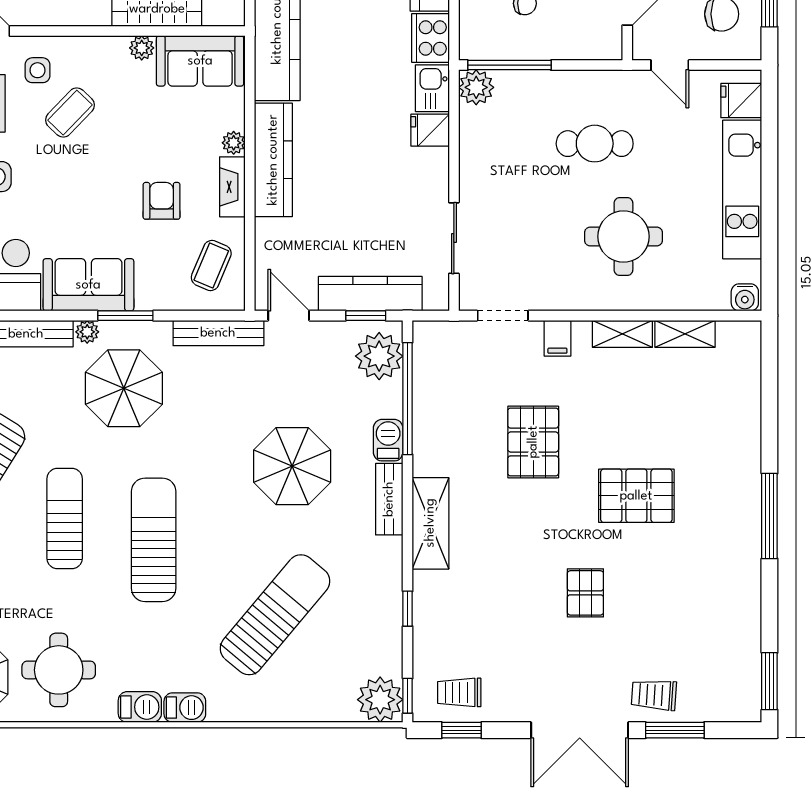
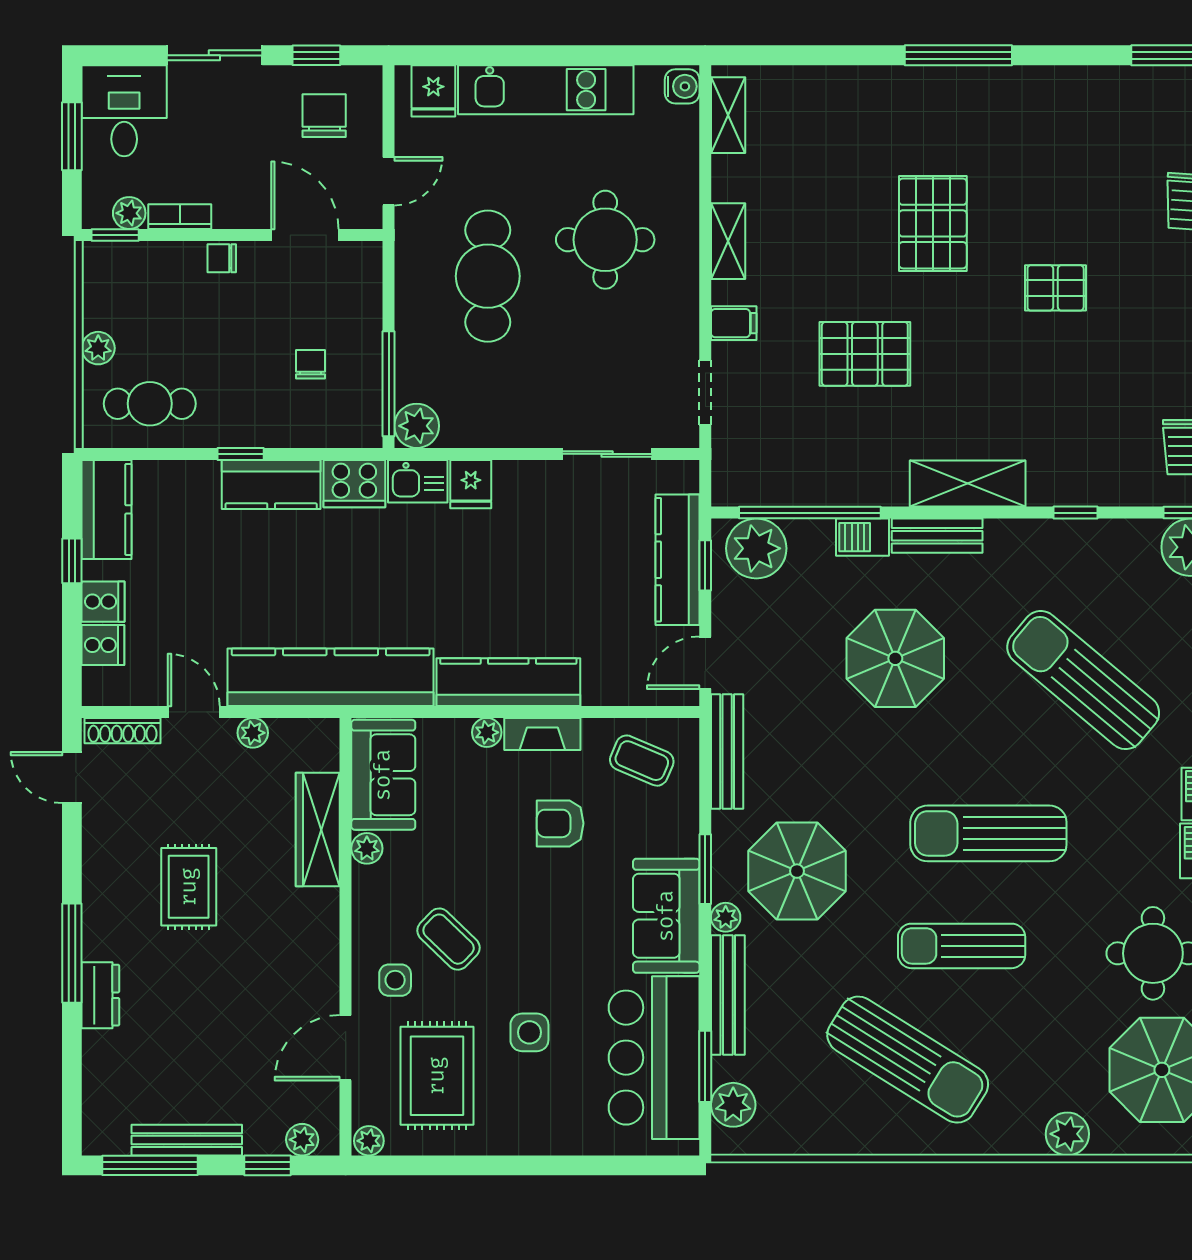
cafe table: (595, 144) -> (488, 276), width x1.37, depth x1.35
shelving: (685, 334) -> (728, 115), moved

